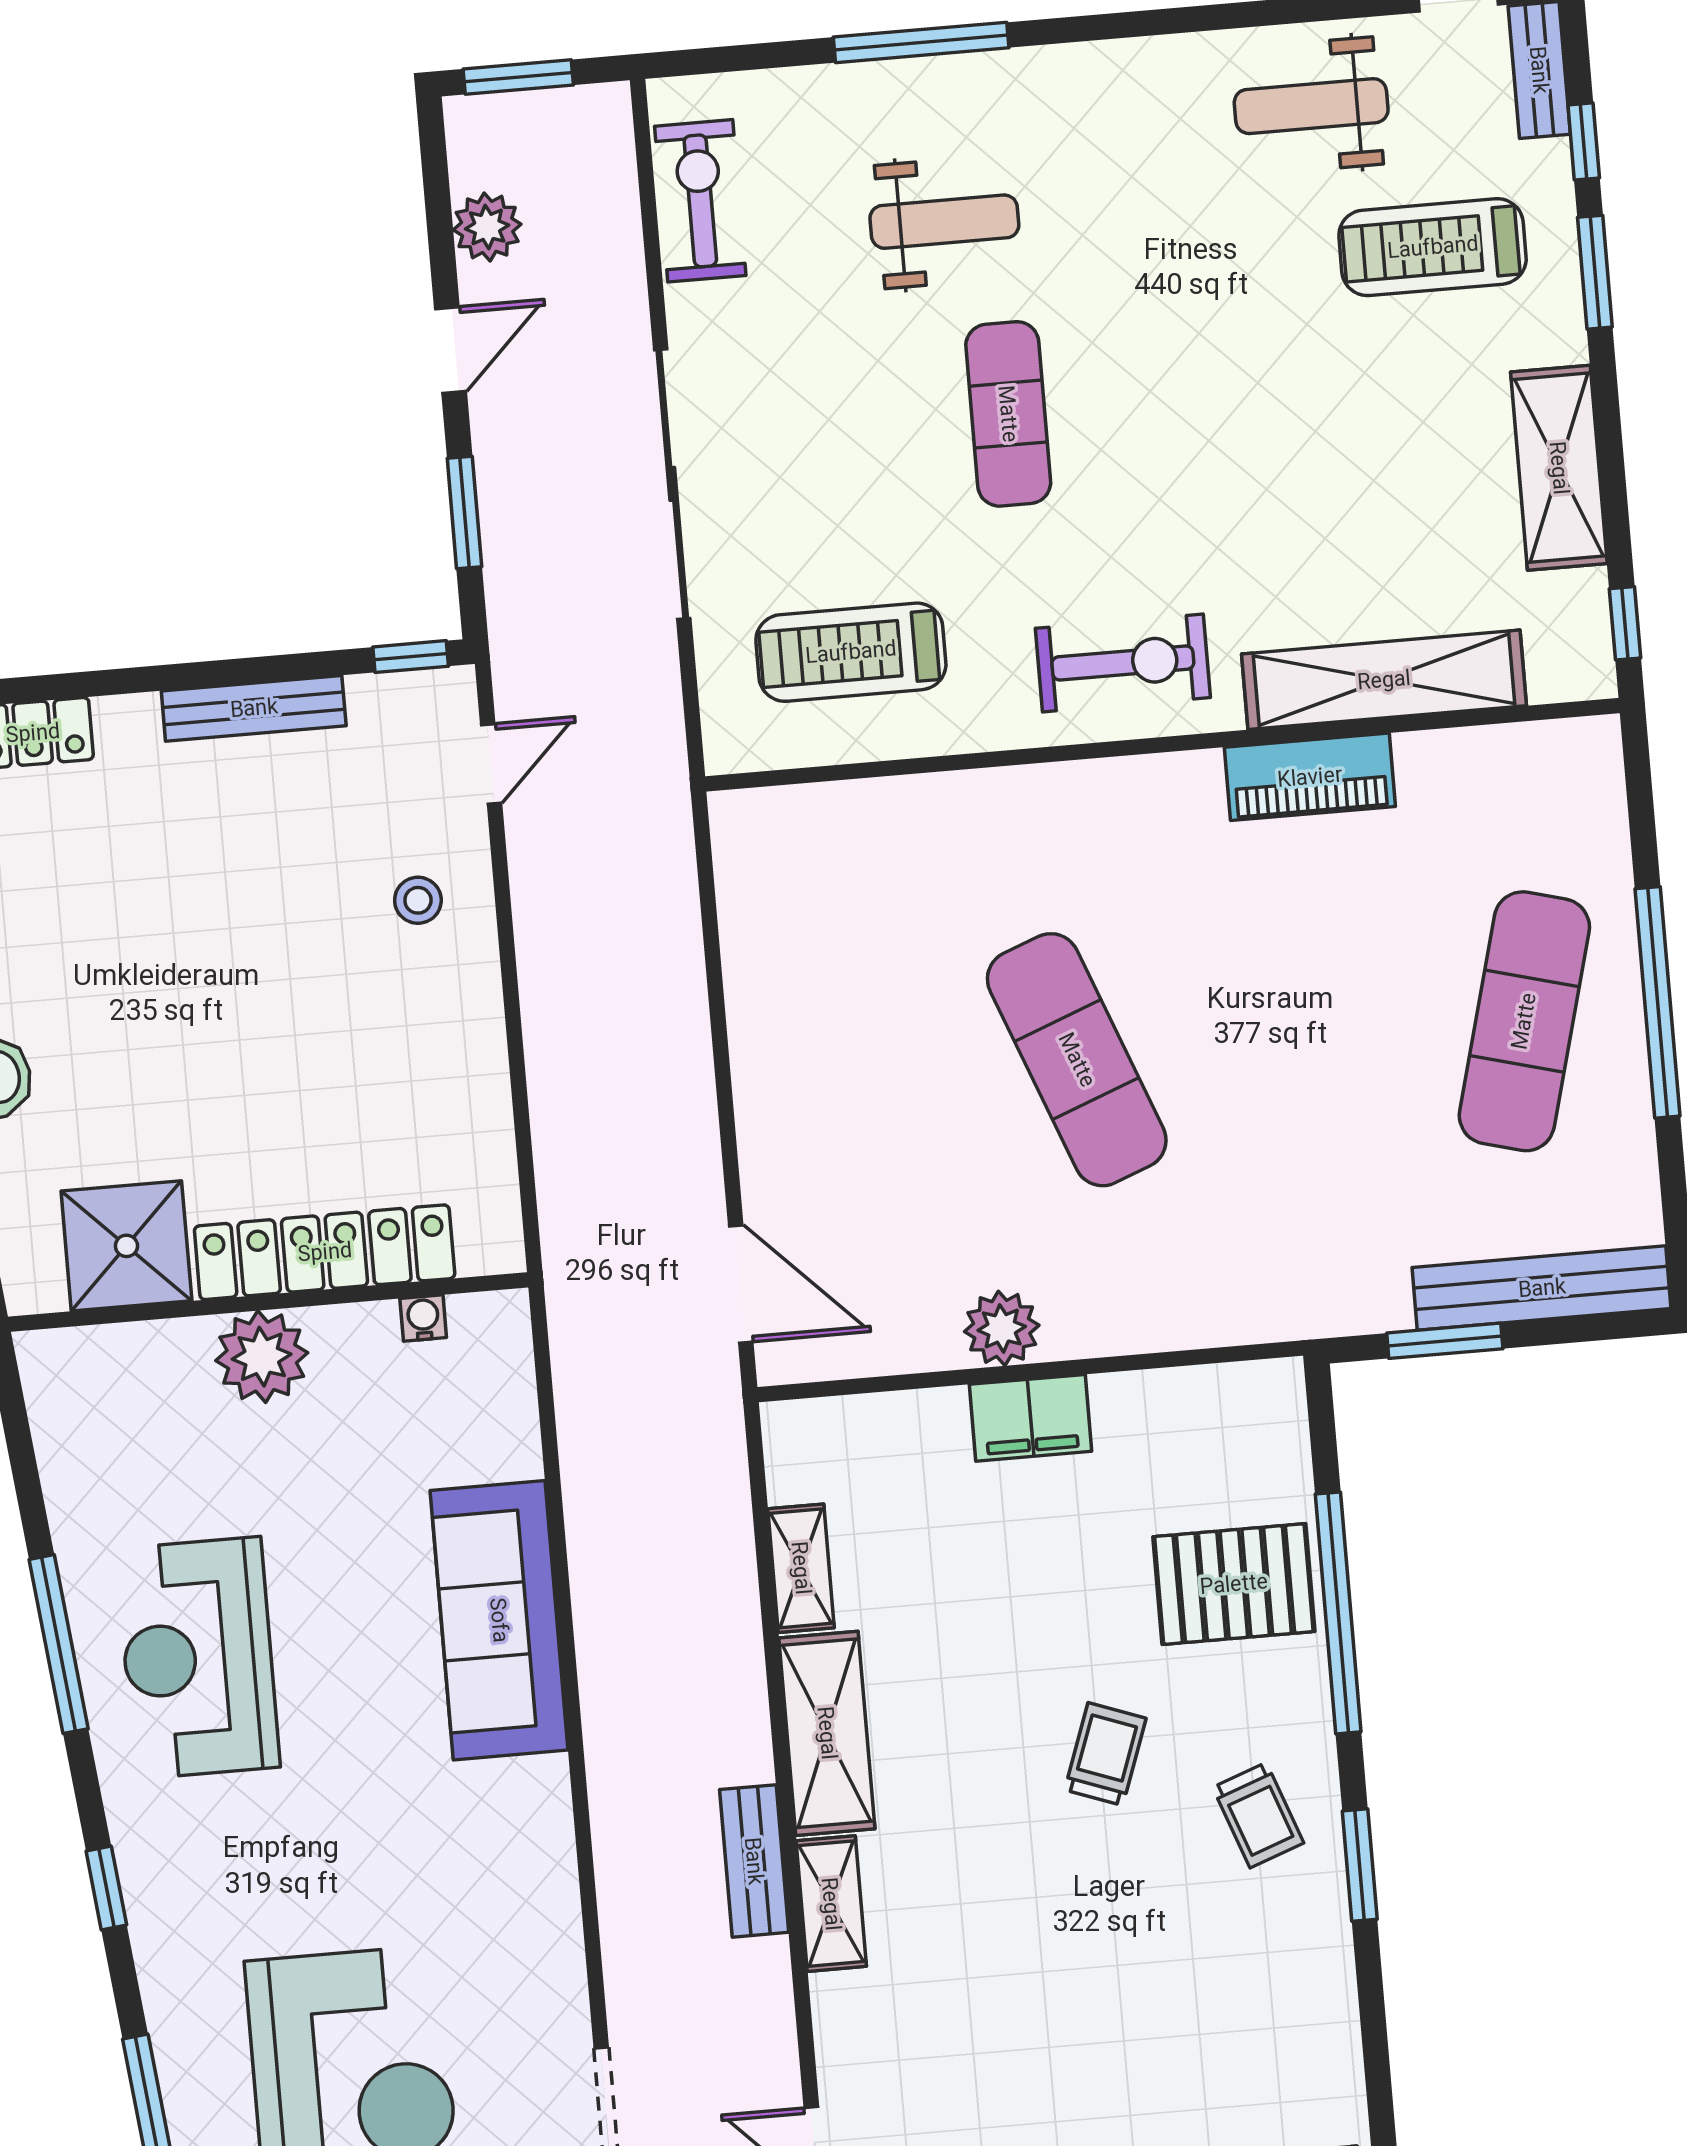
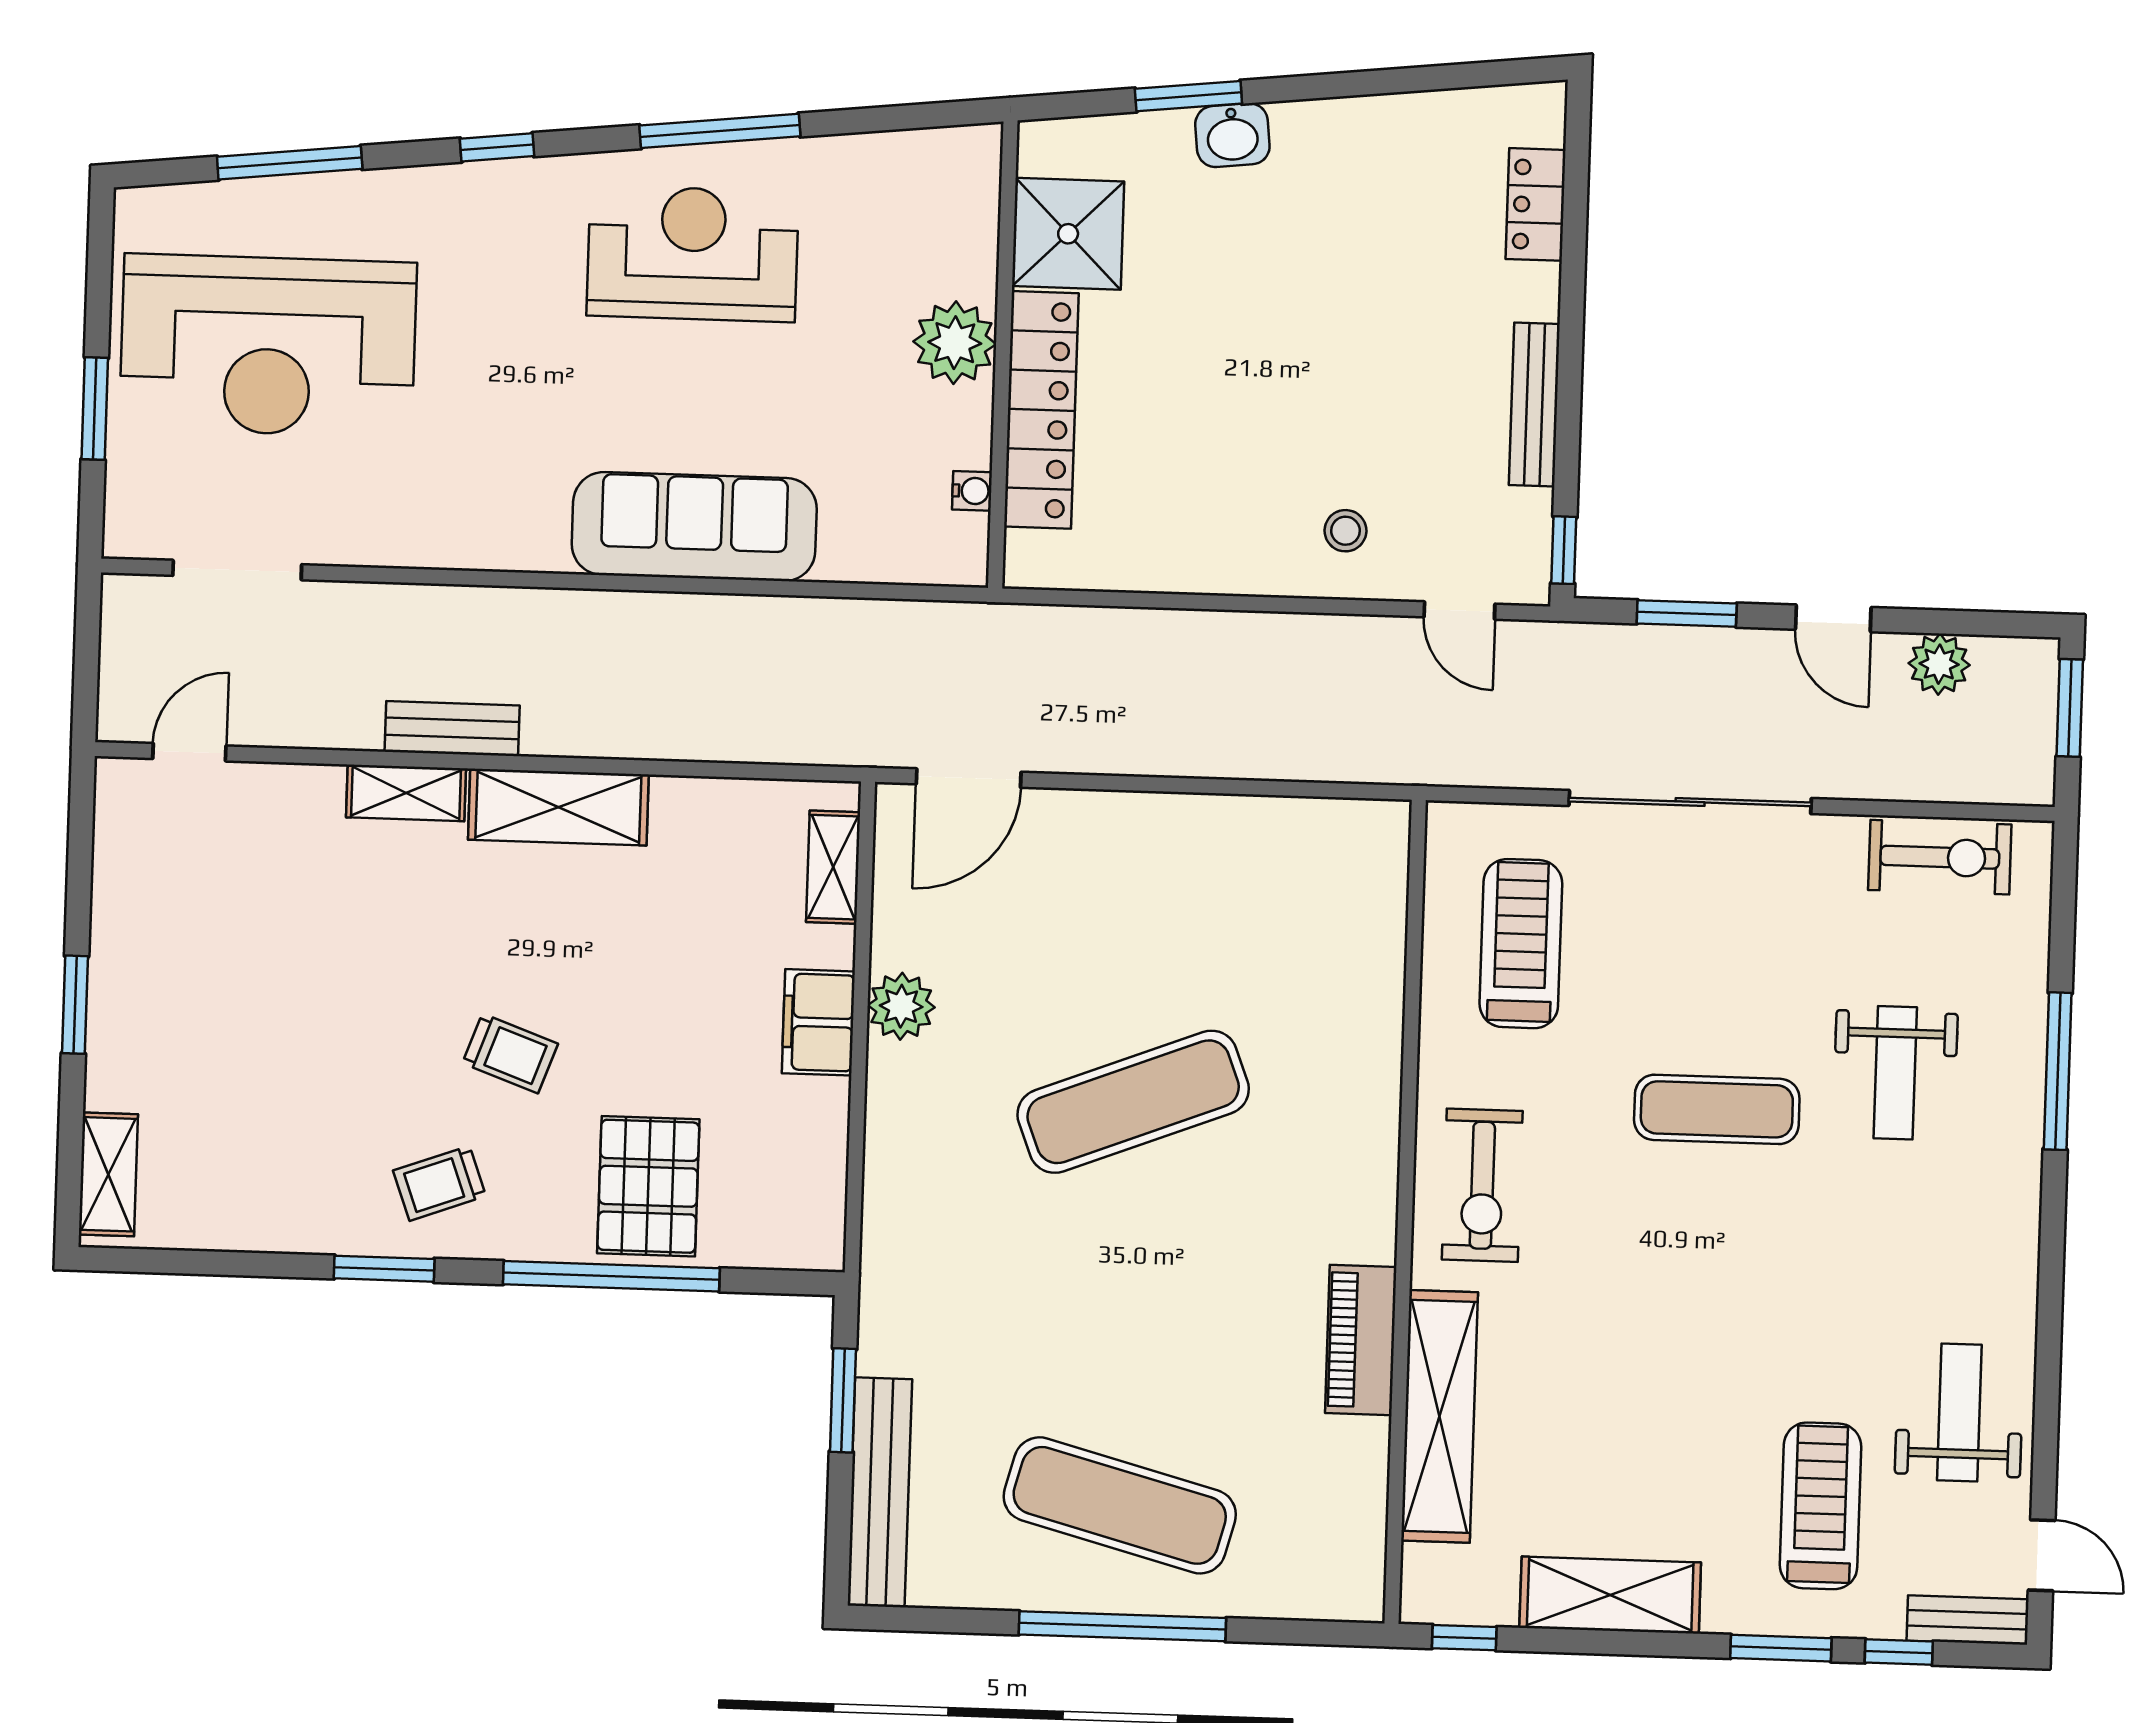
shelving: (801, 1568) -> (833, 867), moved, turned 90

